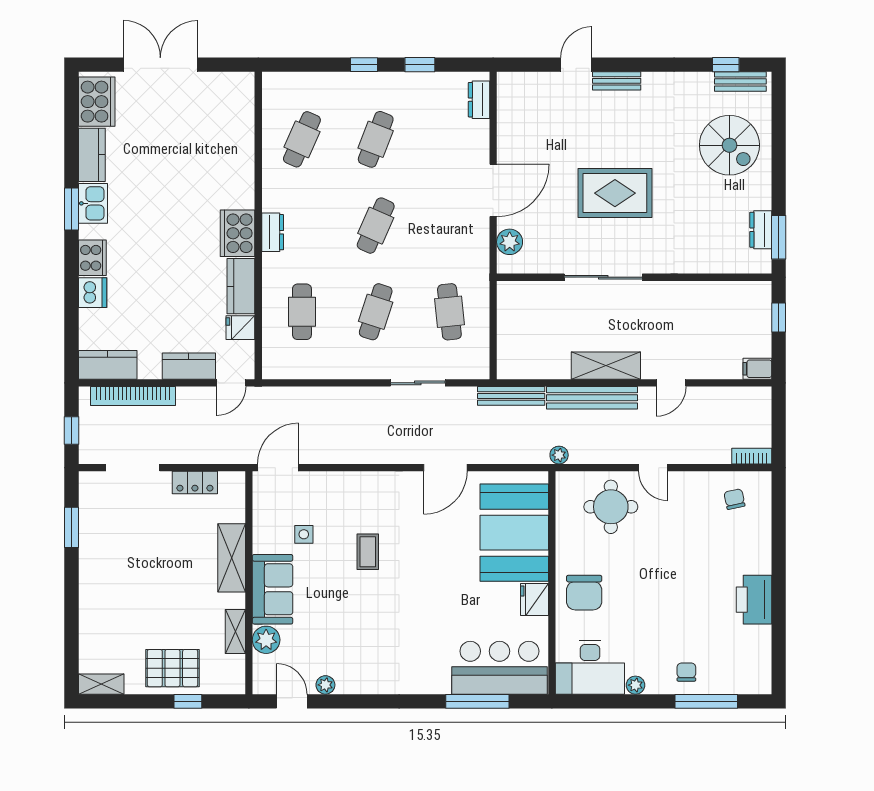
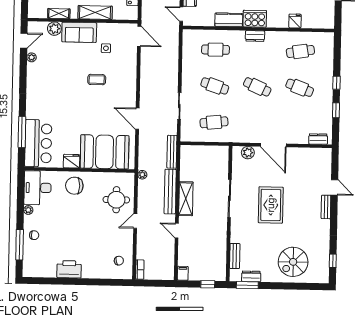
bench: (740, 81) -> (235, 256), moved
cafe table: (302, 139) -> (300, 51), turned -33
fridge: (240, 328) -> (295, 21), moved

